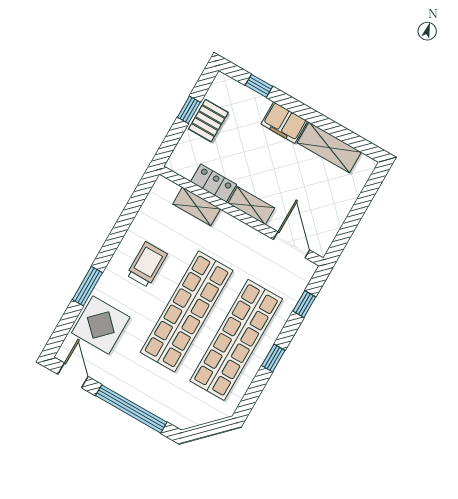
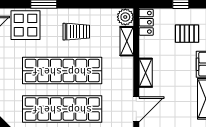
pallet: (208, 121) -> (187, 34), moved
locker: (214, 183) -> (146, 22), moved
plant: (164, 191) -> (125, 17), added

